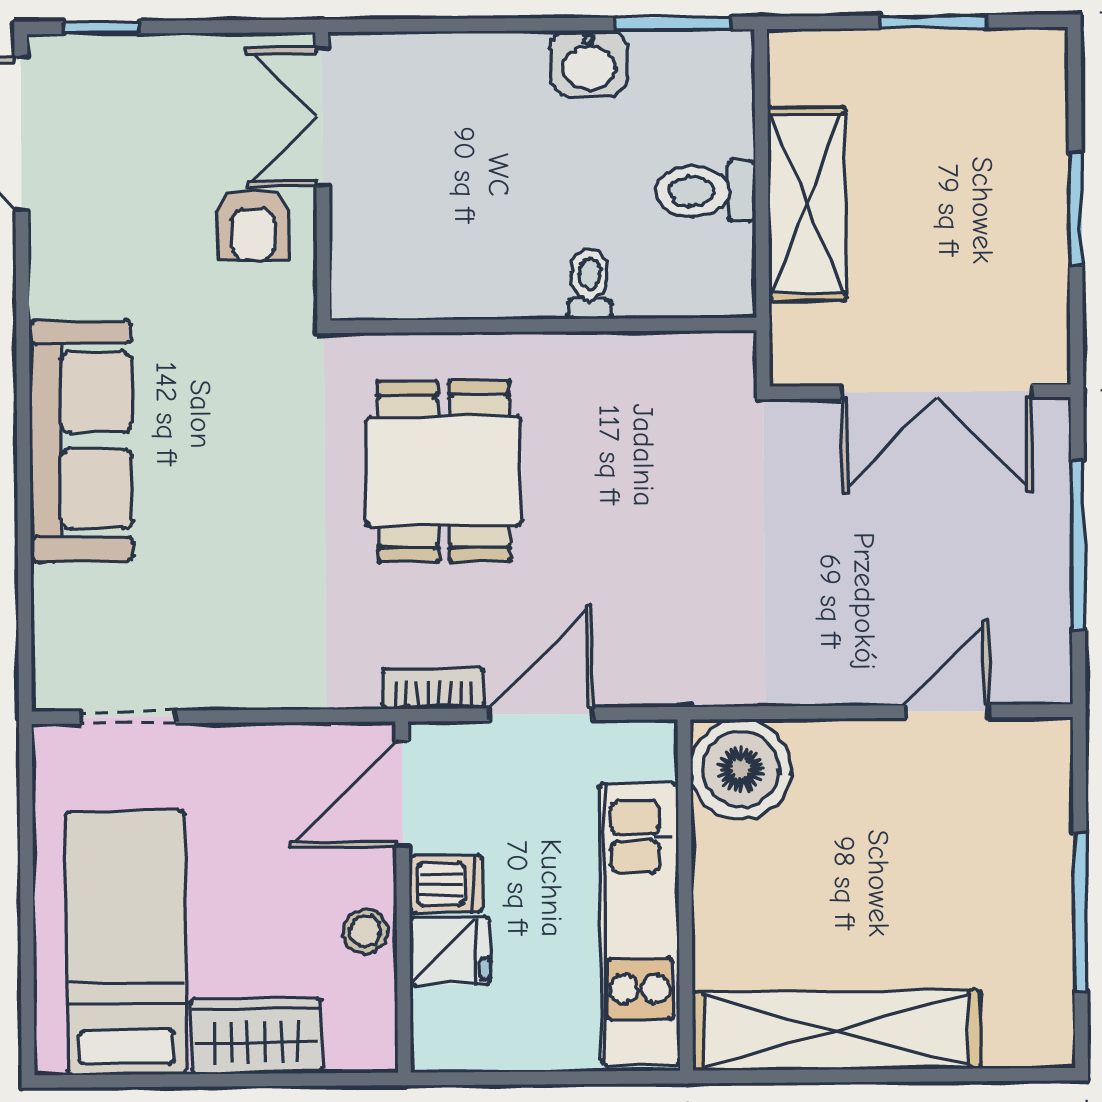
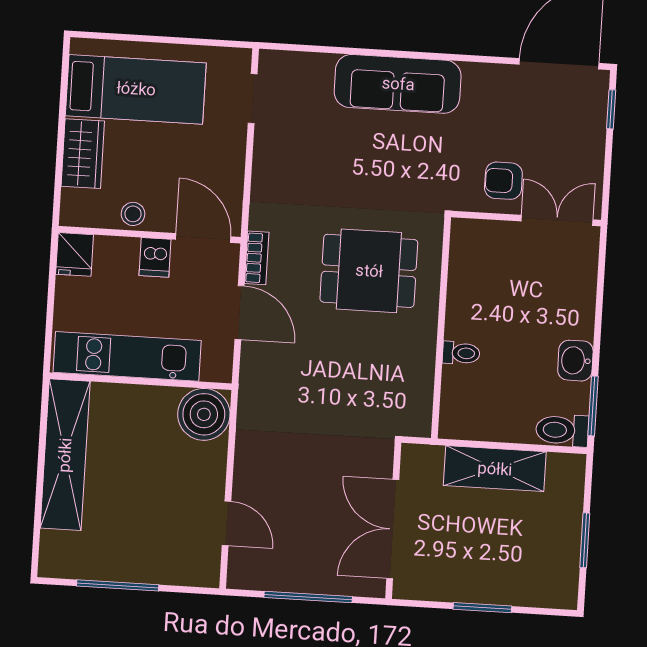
toilet: (705, 191) -> (562, 430), moved, turned -90
fridge: (450, 951) -> (75, 254), moved

